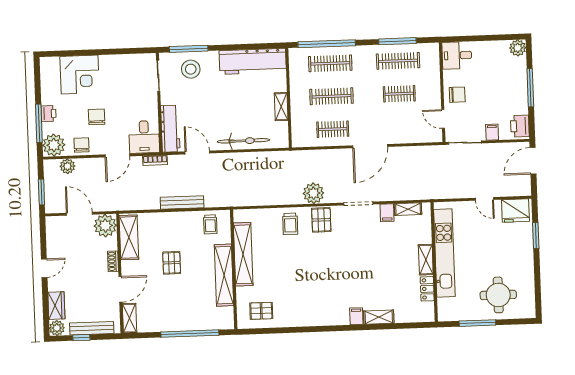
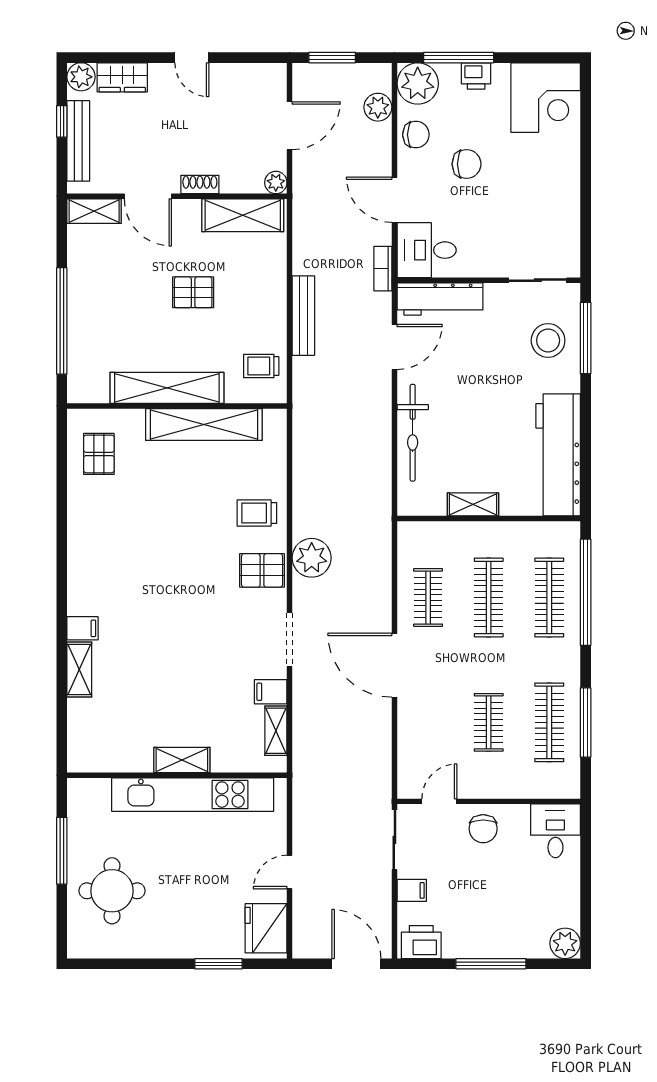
corner desk: (80, 75) -> (546, 98), moved, turned -90
plant: (105, 226) -> (276, 183), width x0.53, depth x0.53
locker: (427, 289) -> (128, 761), removed

